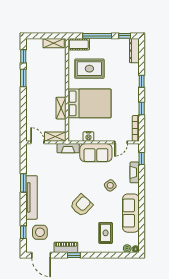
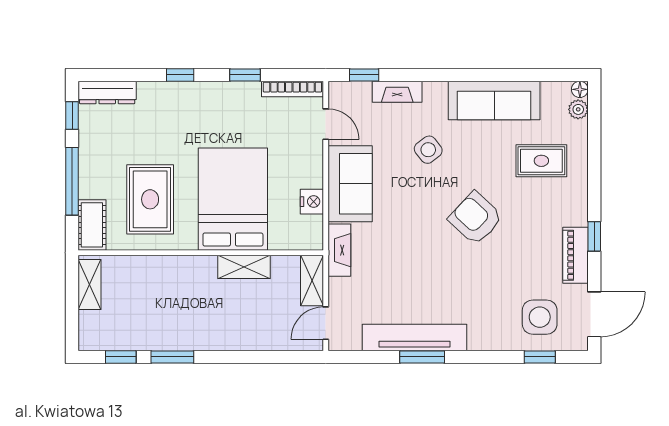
tv unit: (31, 197) -> (415, 337), moved

